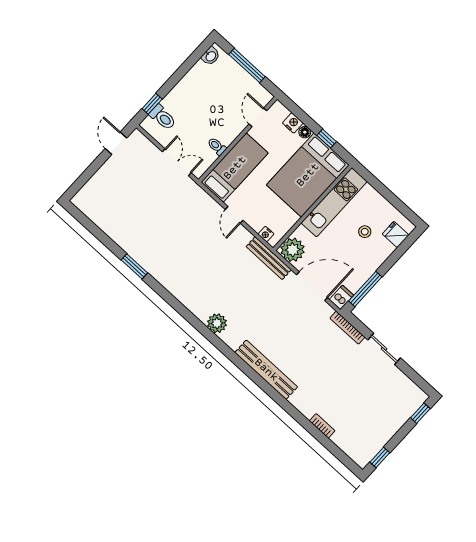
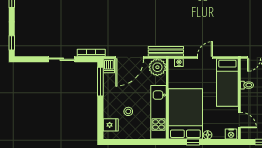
nightstand: (293, 123) -> (231, 134), moved
door: (234, 215) -> (205, 57), hinge flipped

